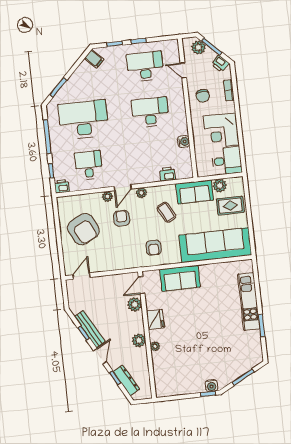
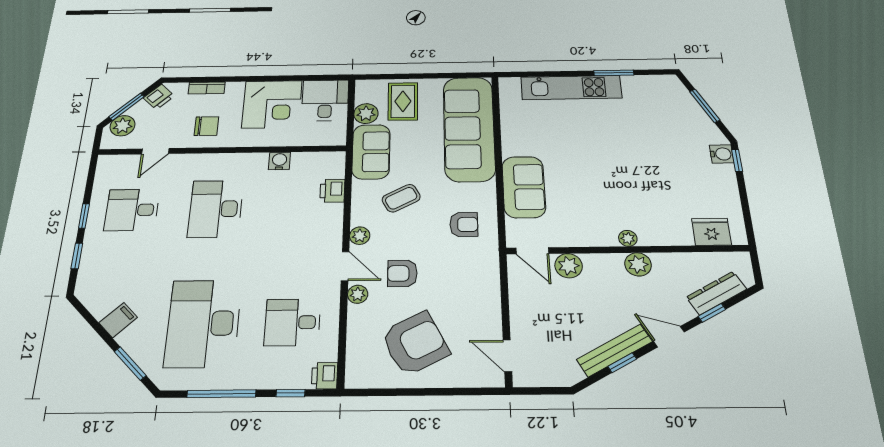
filing cabinet: (94, 59) -> (118, 320), moved
desk: (145, 67) -> (132, 210), width x0.73
fridge: (155, 319) -> (711, 232), moved
plant: (155, 346) -> (628, 238), moved

